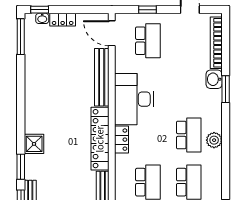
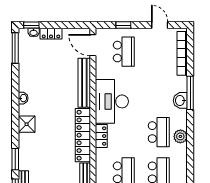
washbasin: (214, 79) -> (180, 100), moved
window: (226, 89) -> (190, 93), width x1.44
washbasin: (30, 95) -> (23, 98), added
shower: (34, 144) -> (27, 124), moved

